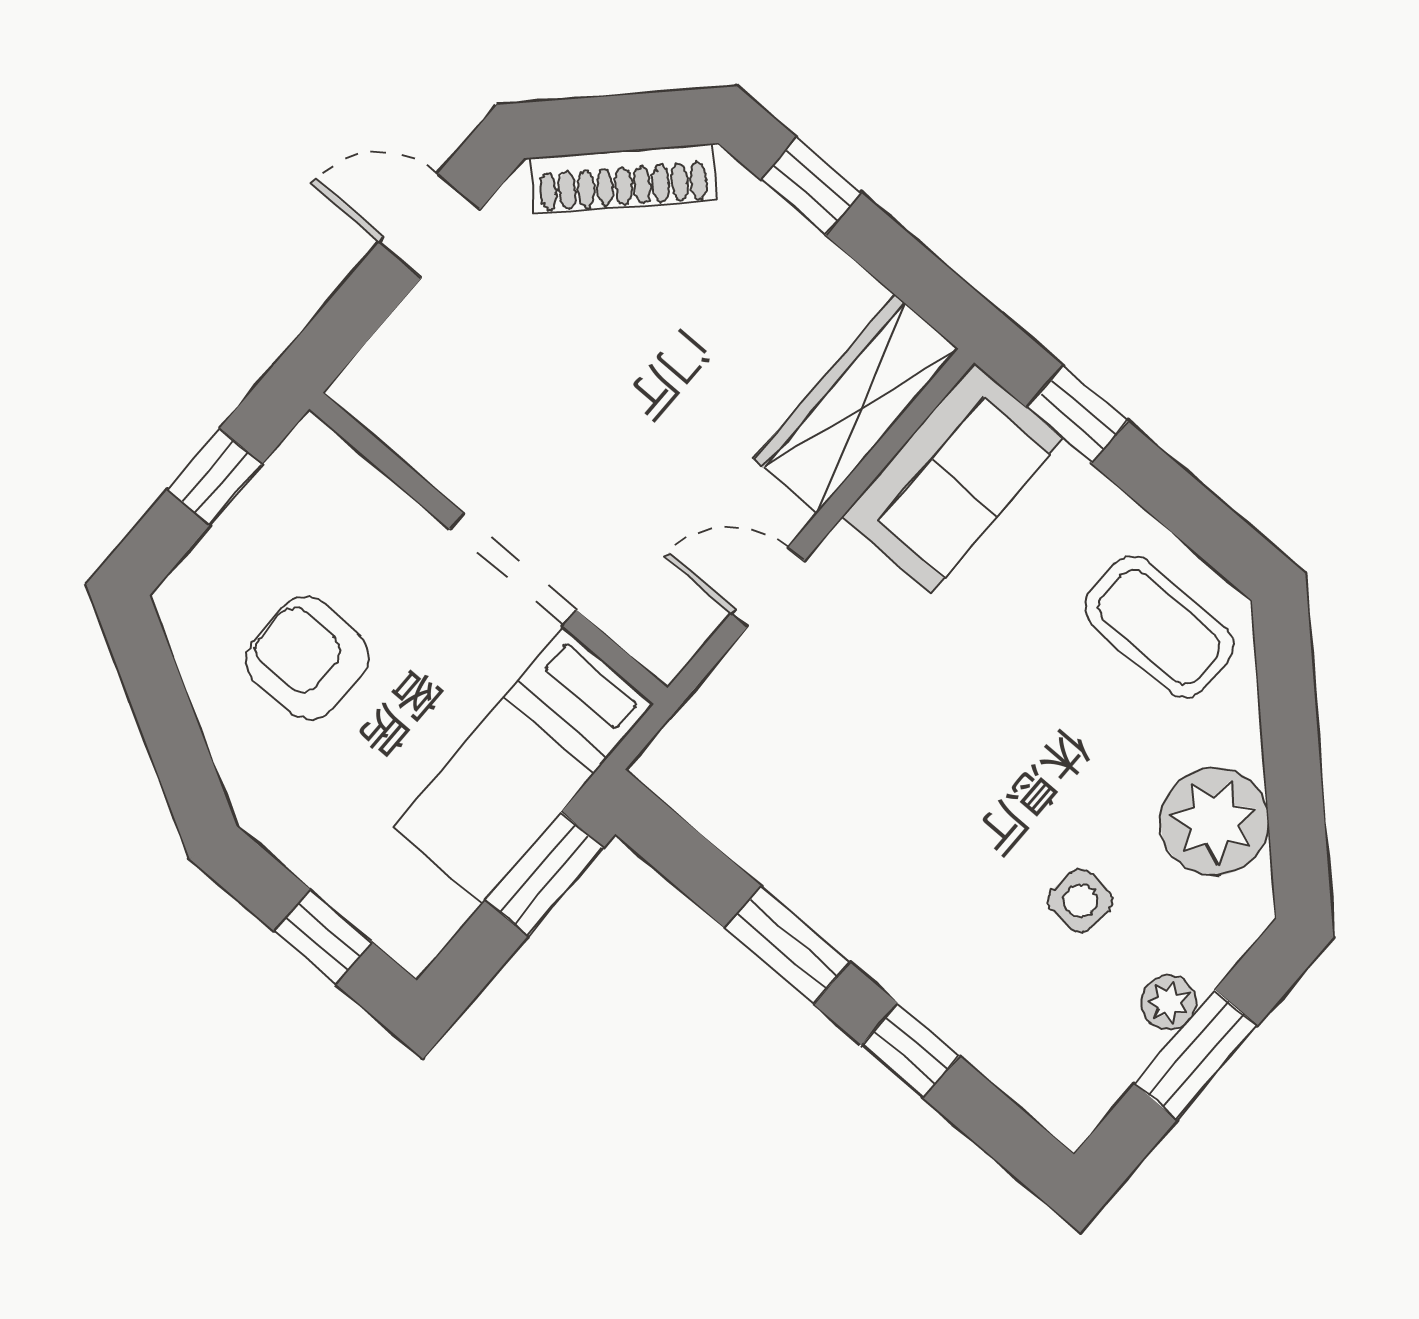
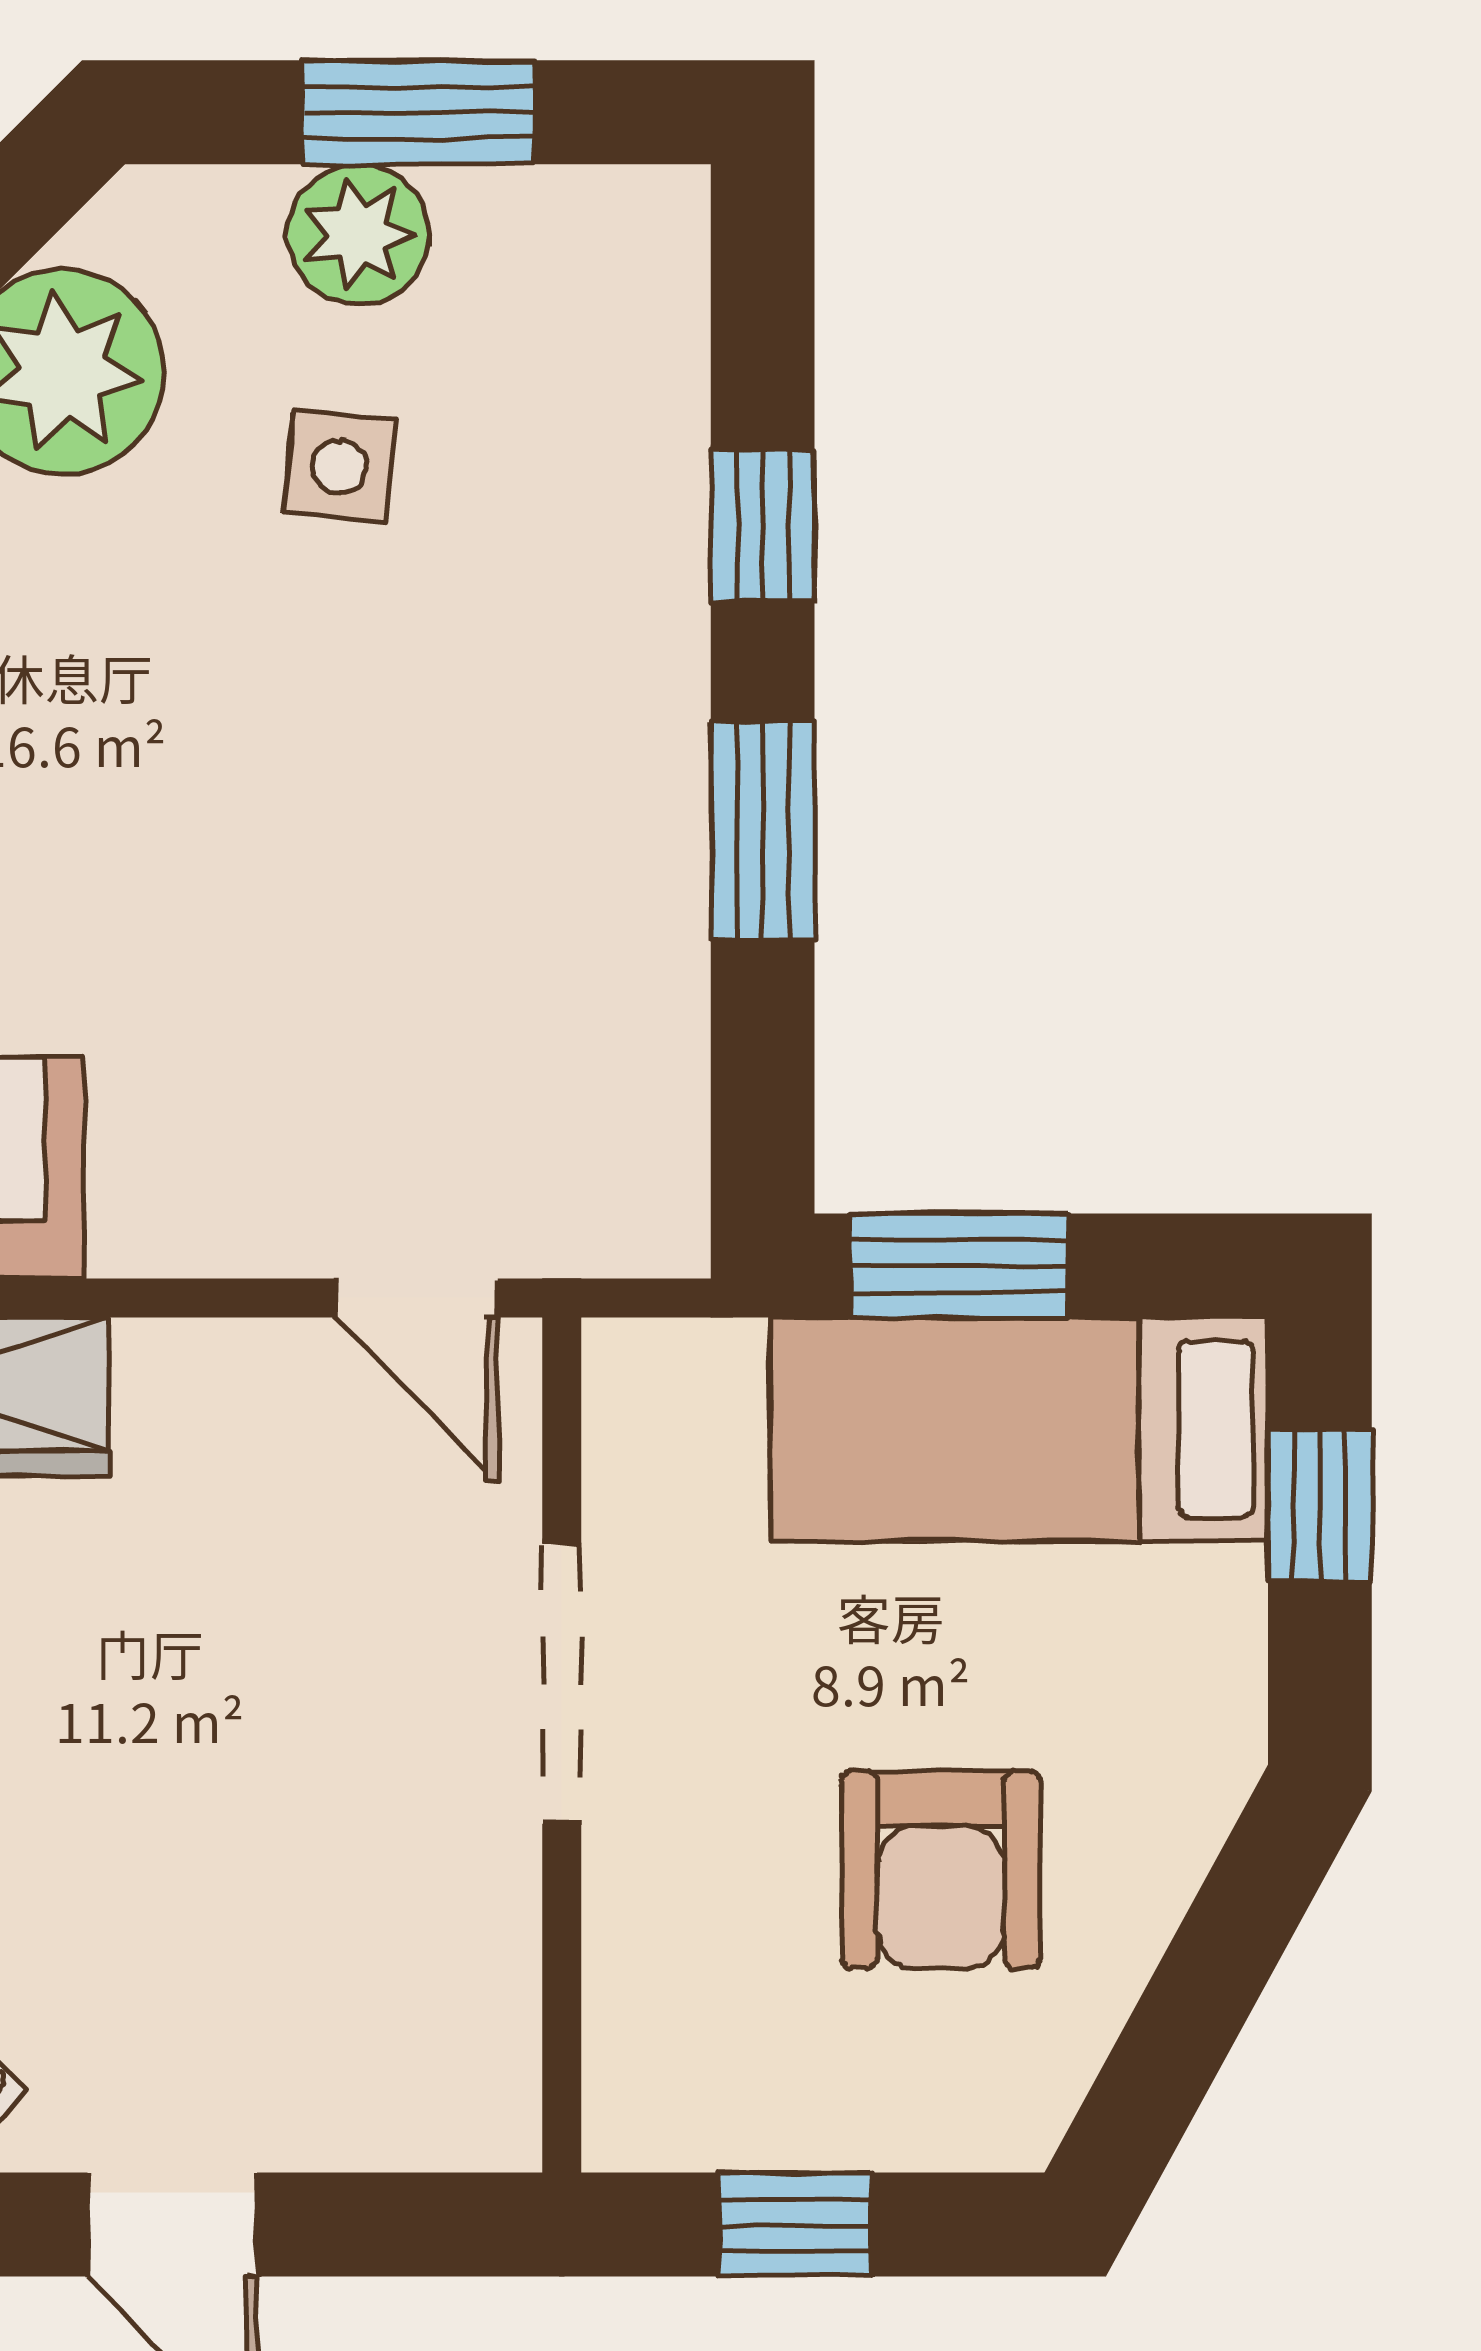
door: (768, 587) -> (416, 1298), moved
bed: (523, 765) -> (1019, 1429), moved, turned 180
plant: (1169, 1003) -> (358, 235), width x1.38, depth x1.38

